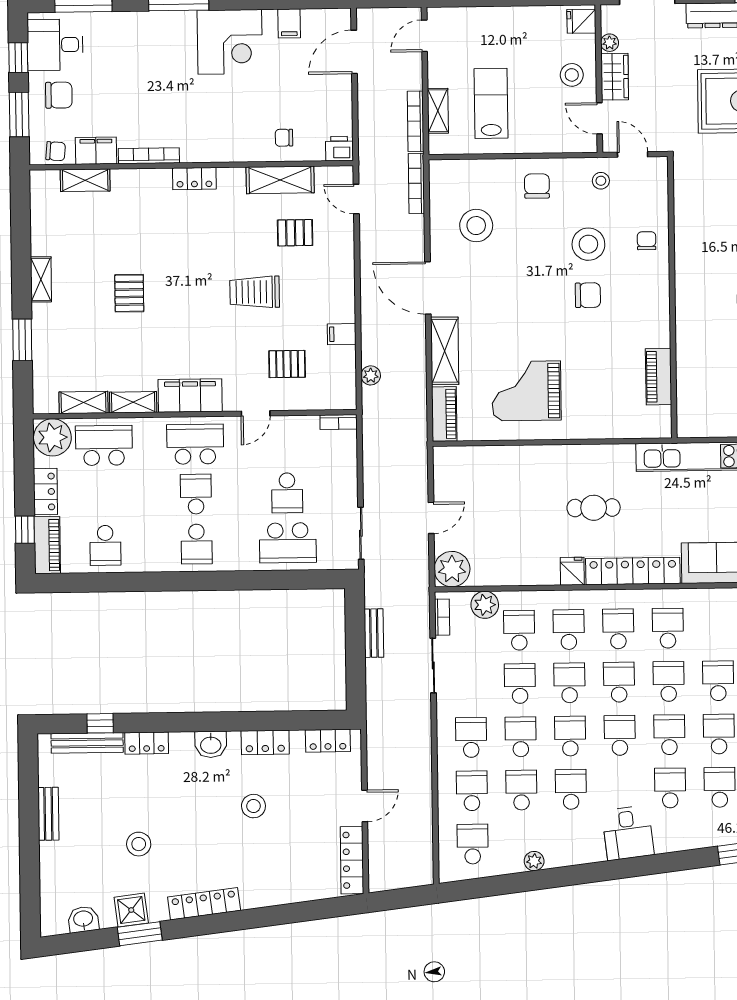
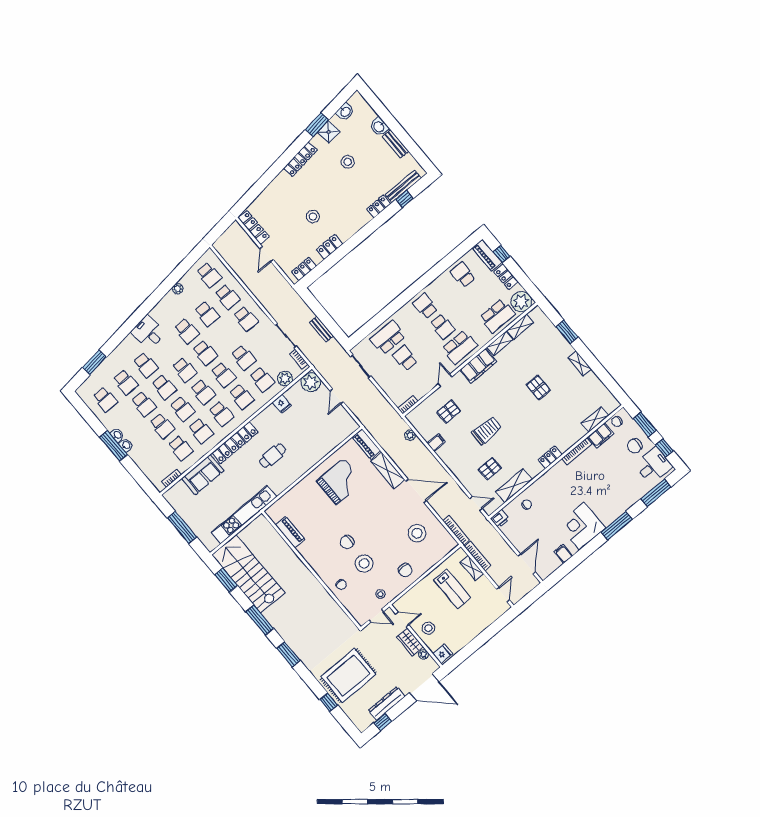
fridge: (572, 571) -> (282, 404), moved
school desk: (521, 737) -> (181, 448), moved
washbasin: (211, 744) -> (379, 127), moved, turned -90

